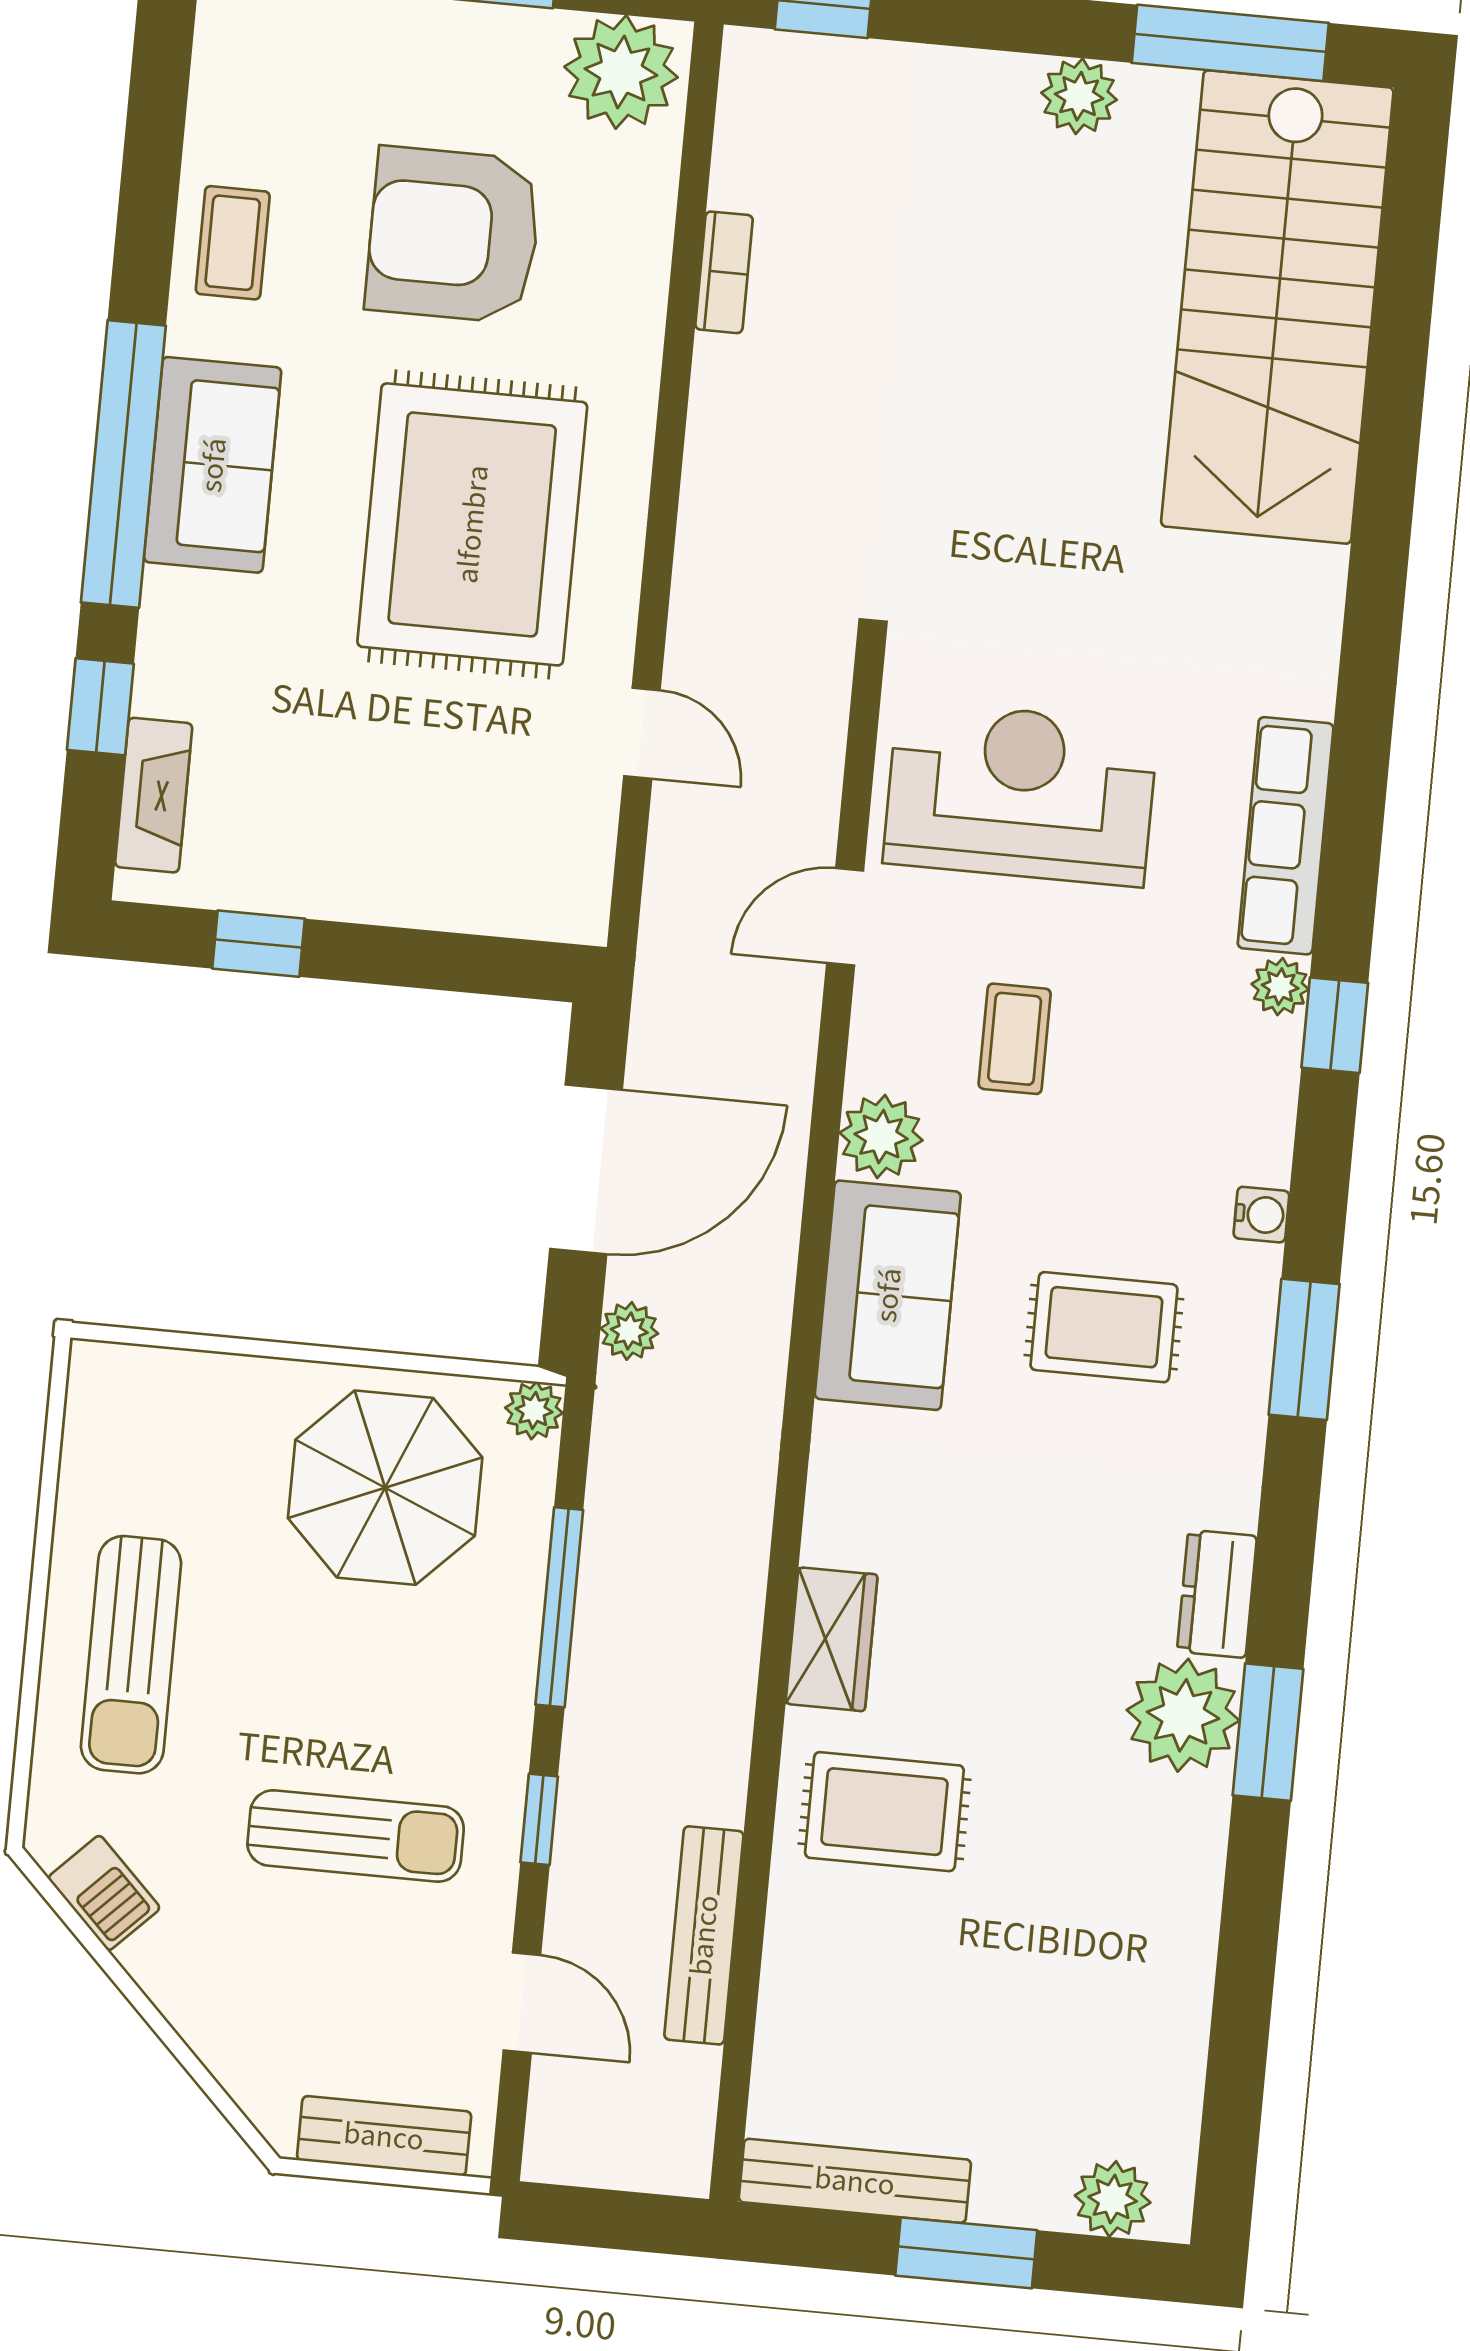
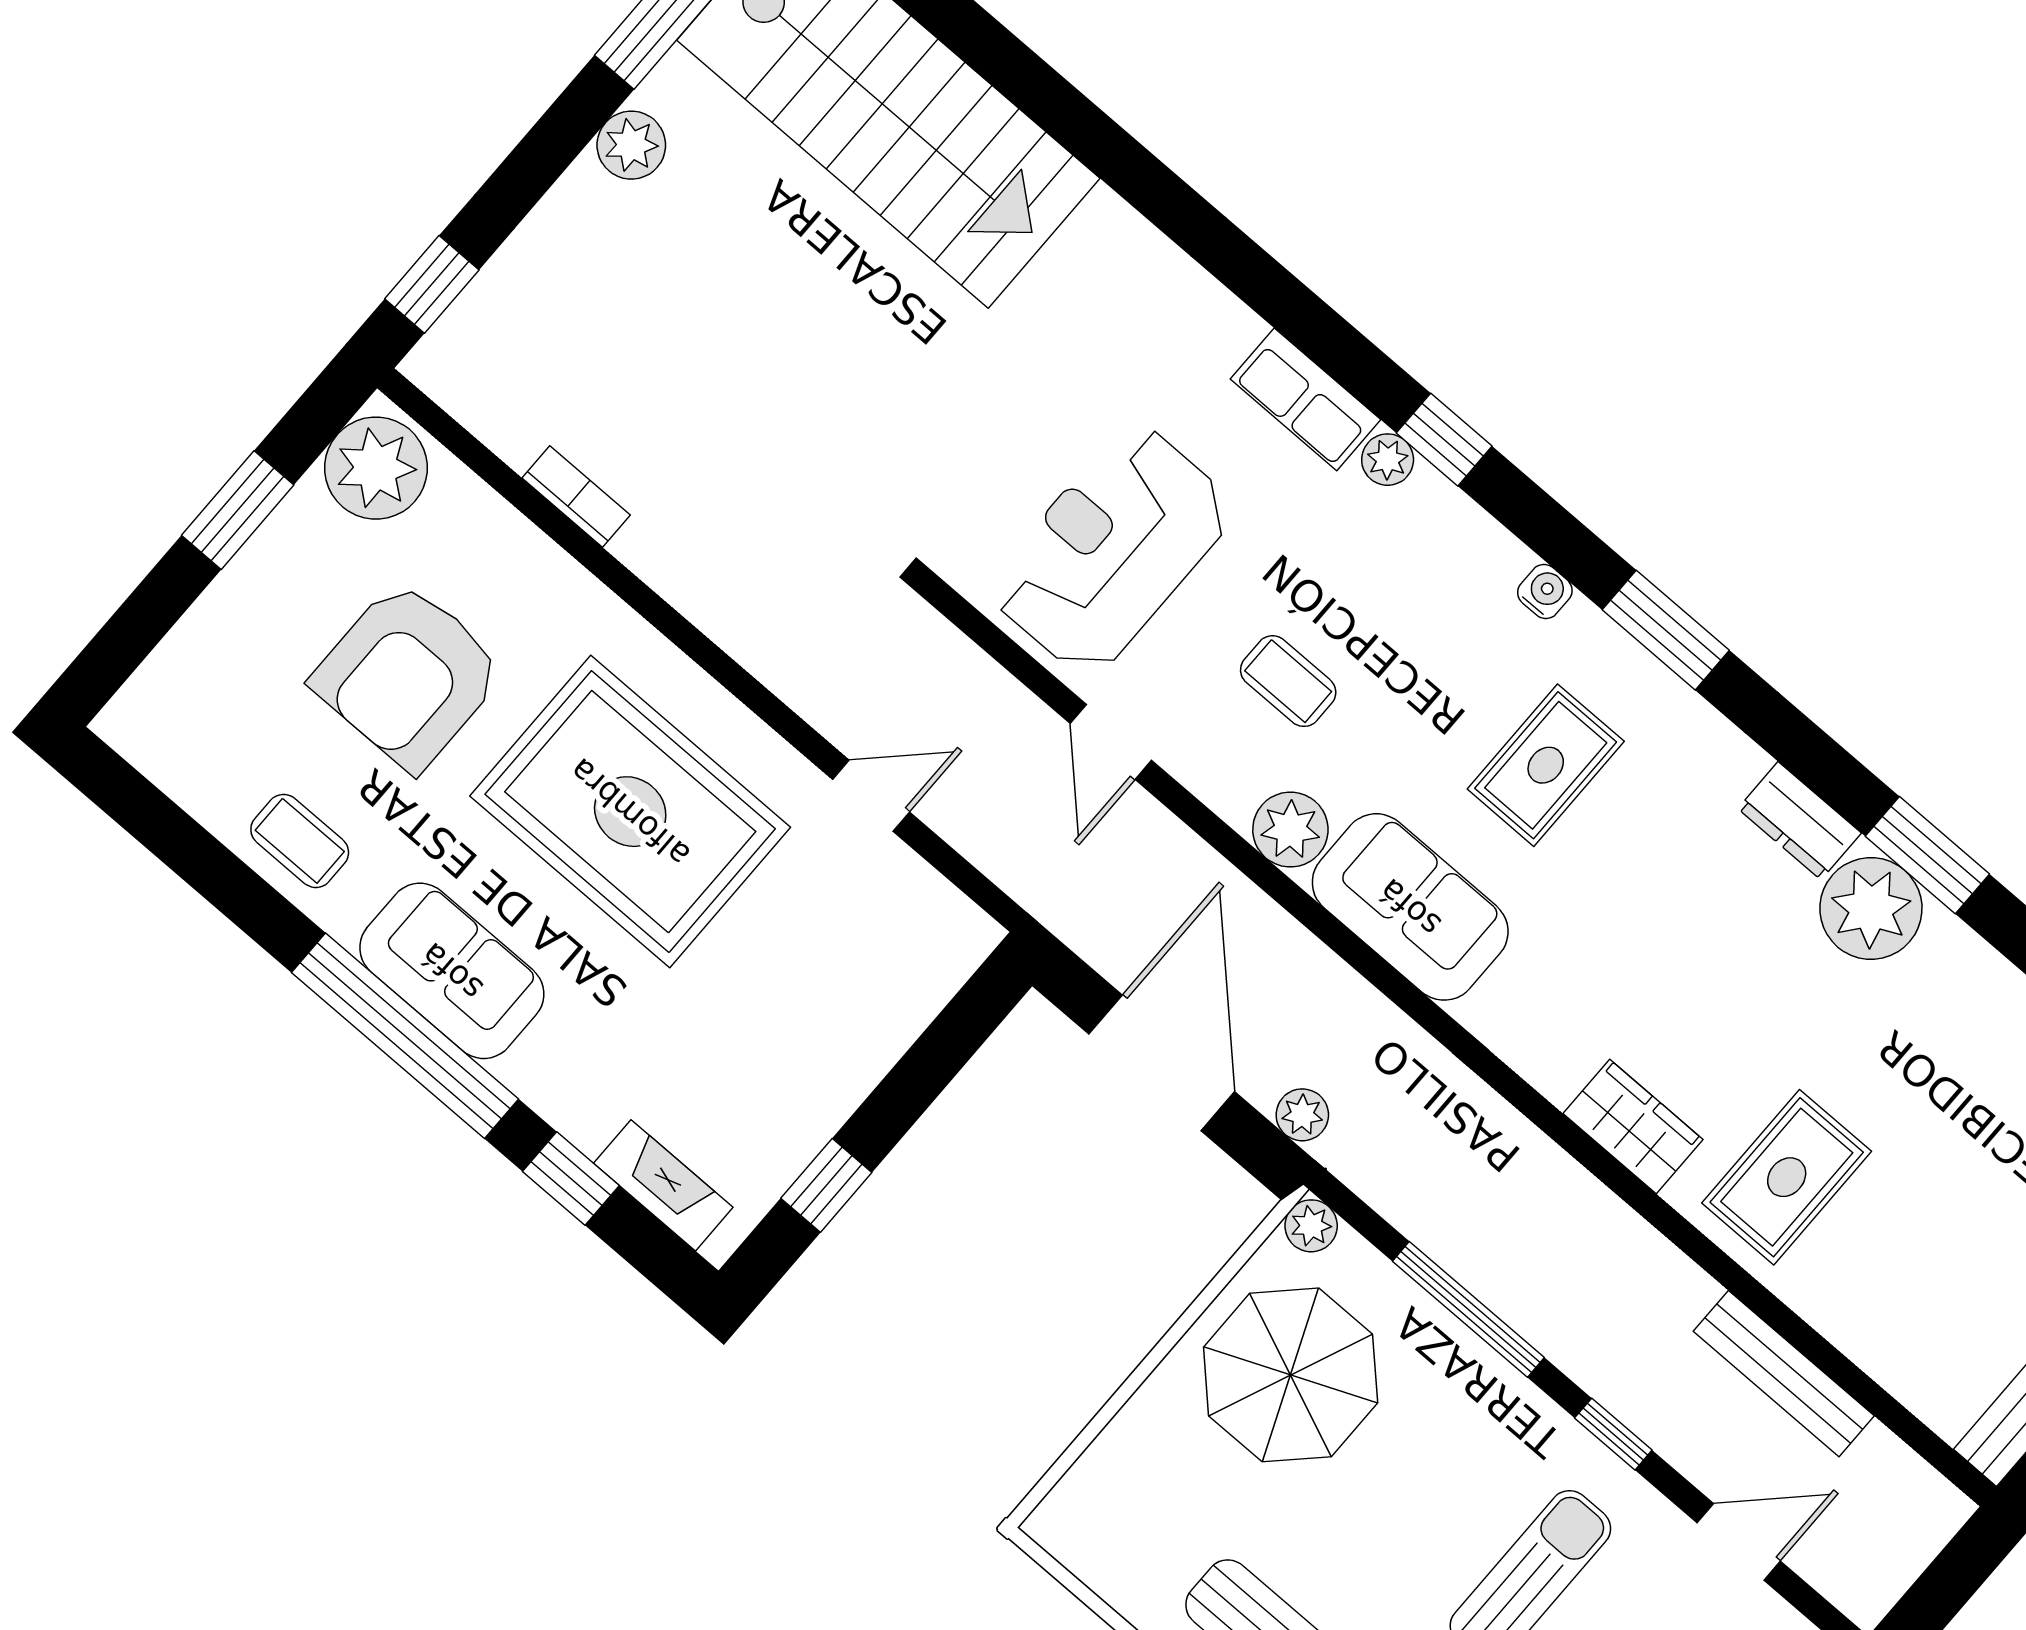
row of seats: (1286, 836) -> (1305, 399), width x0.68

